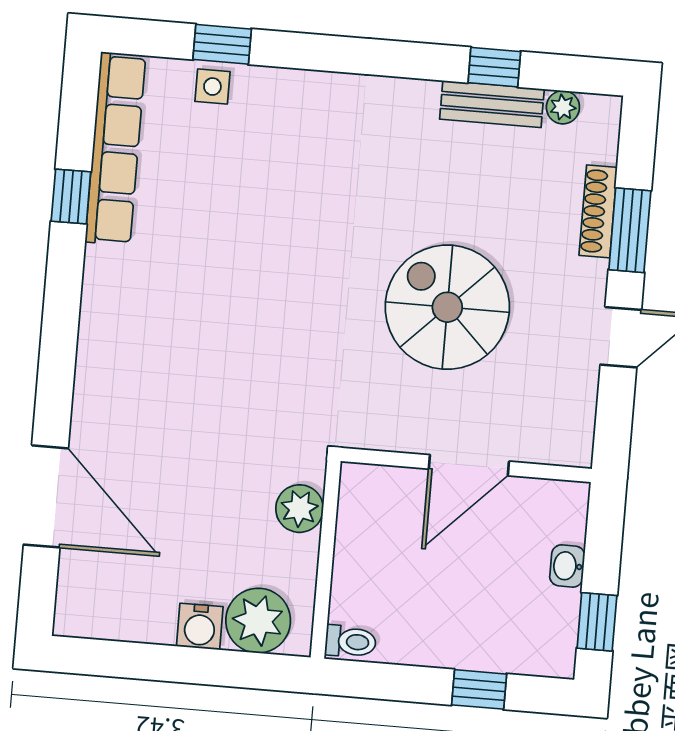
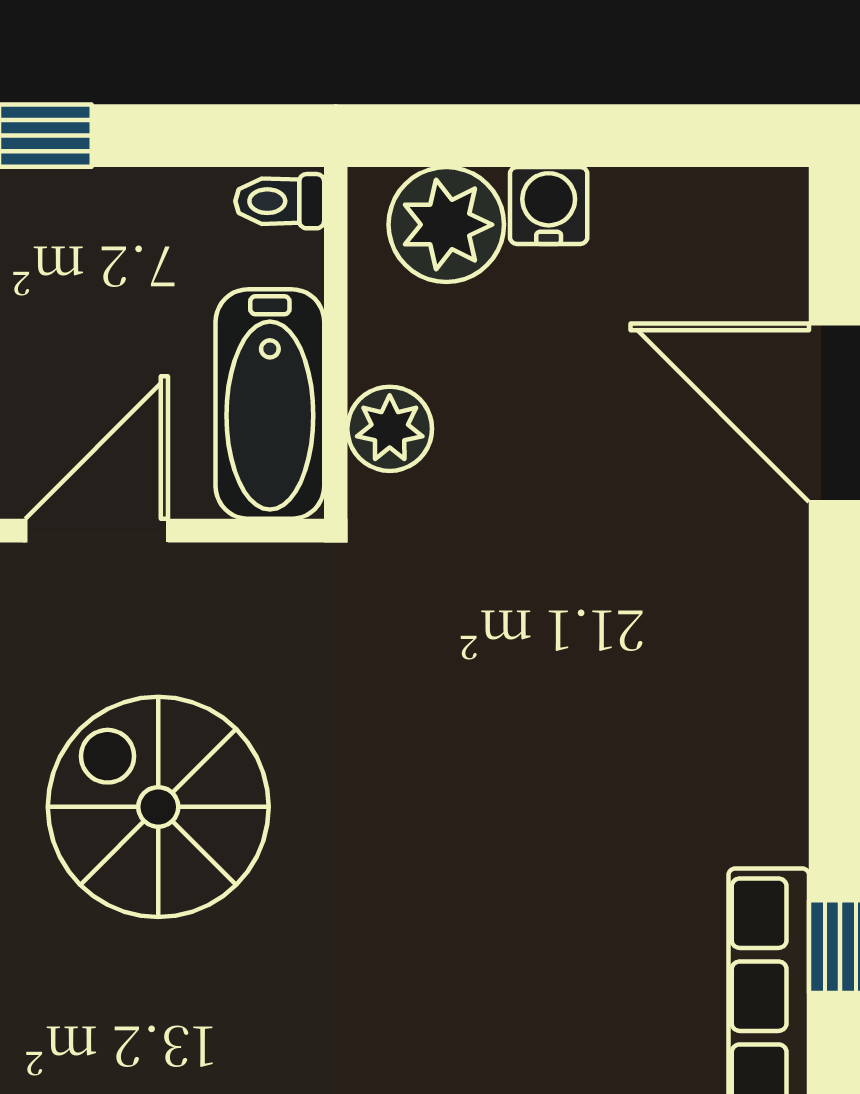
spiral stairs: (447, 307) -> (158, 807), turned 180
bathtub: (366, 528) -> (270, 404), added

